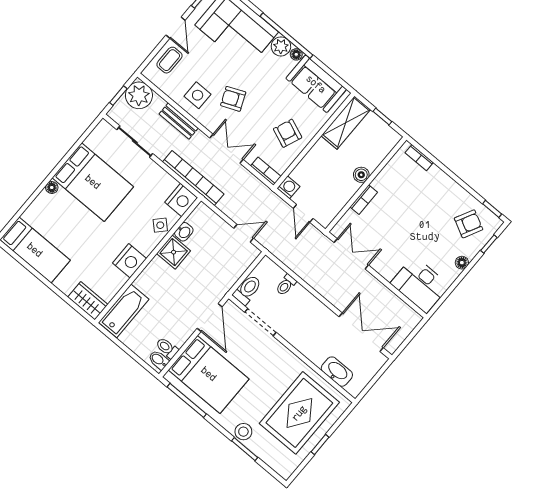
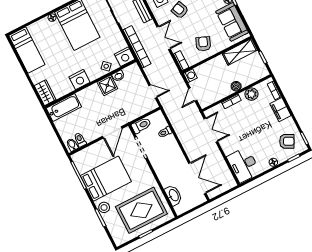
plant: (388, 177) -> (251, 94), added
filing cabinet: (440, 182) -> (280, 110), added
bed: (209, 374) -> (106, 179), moved, turned -90

